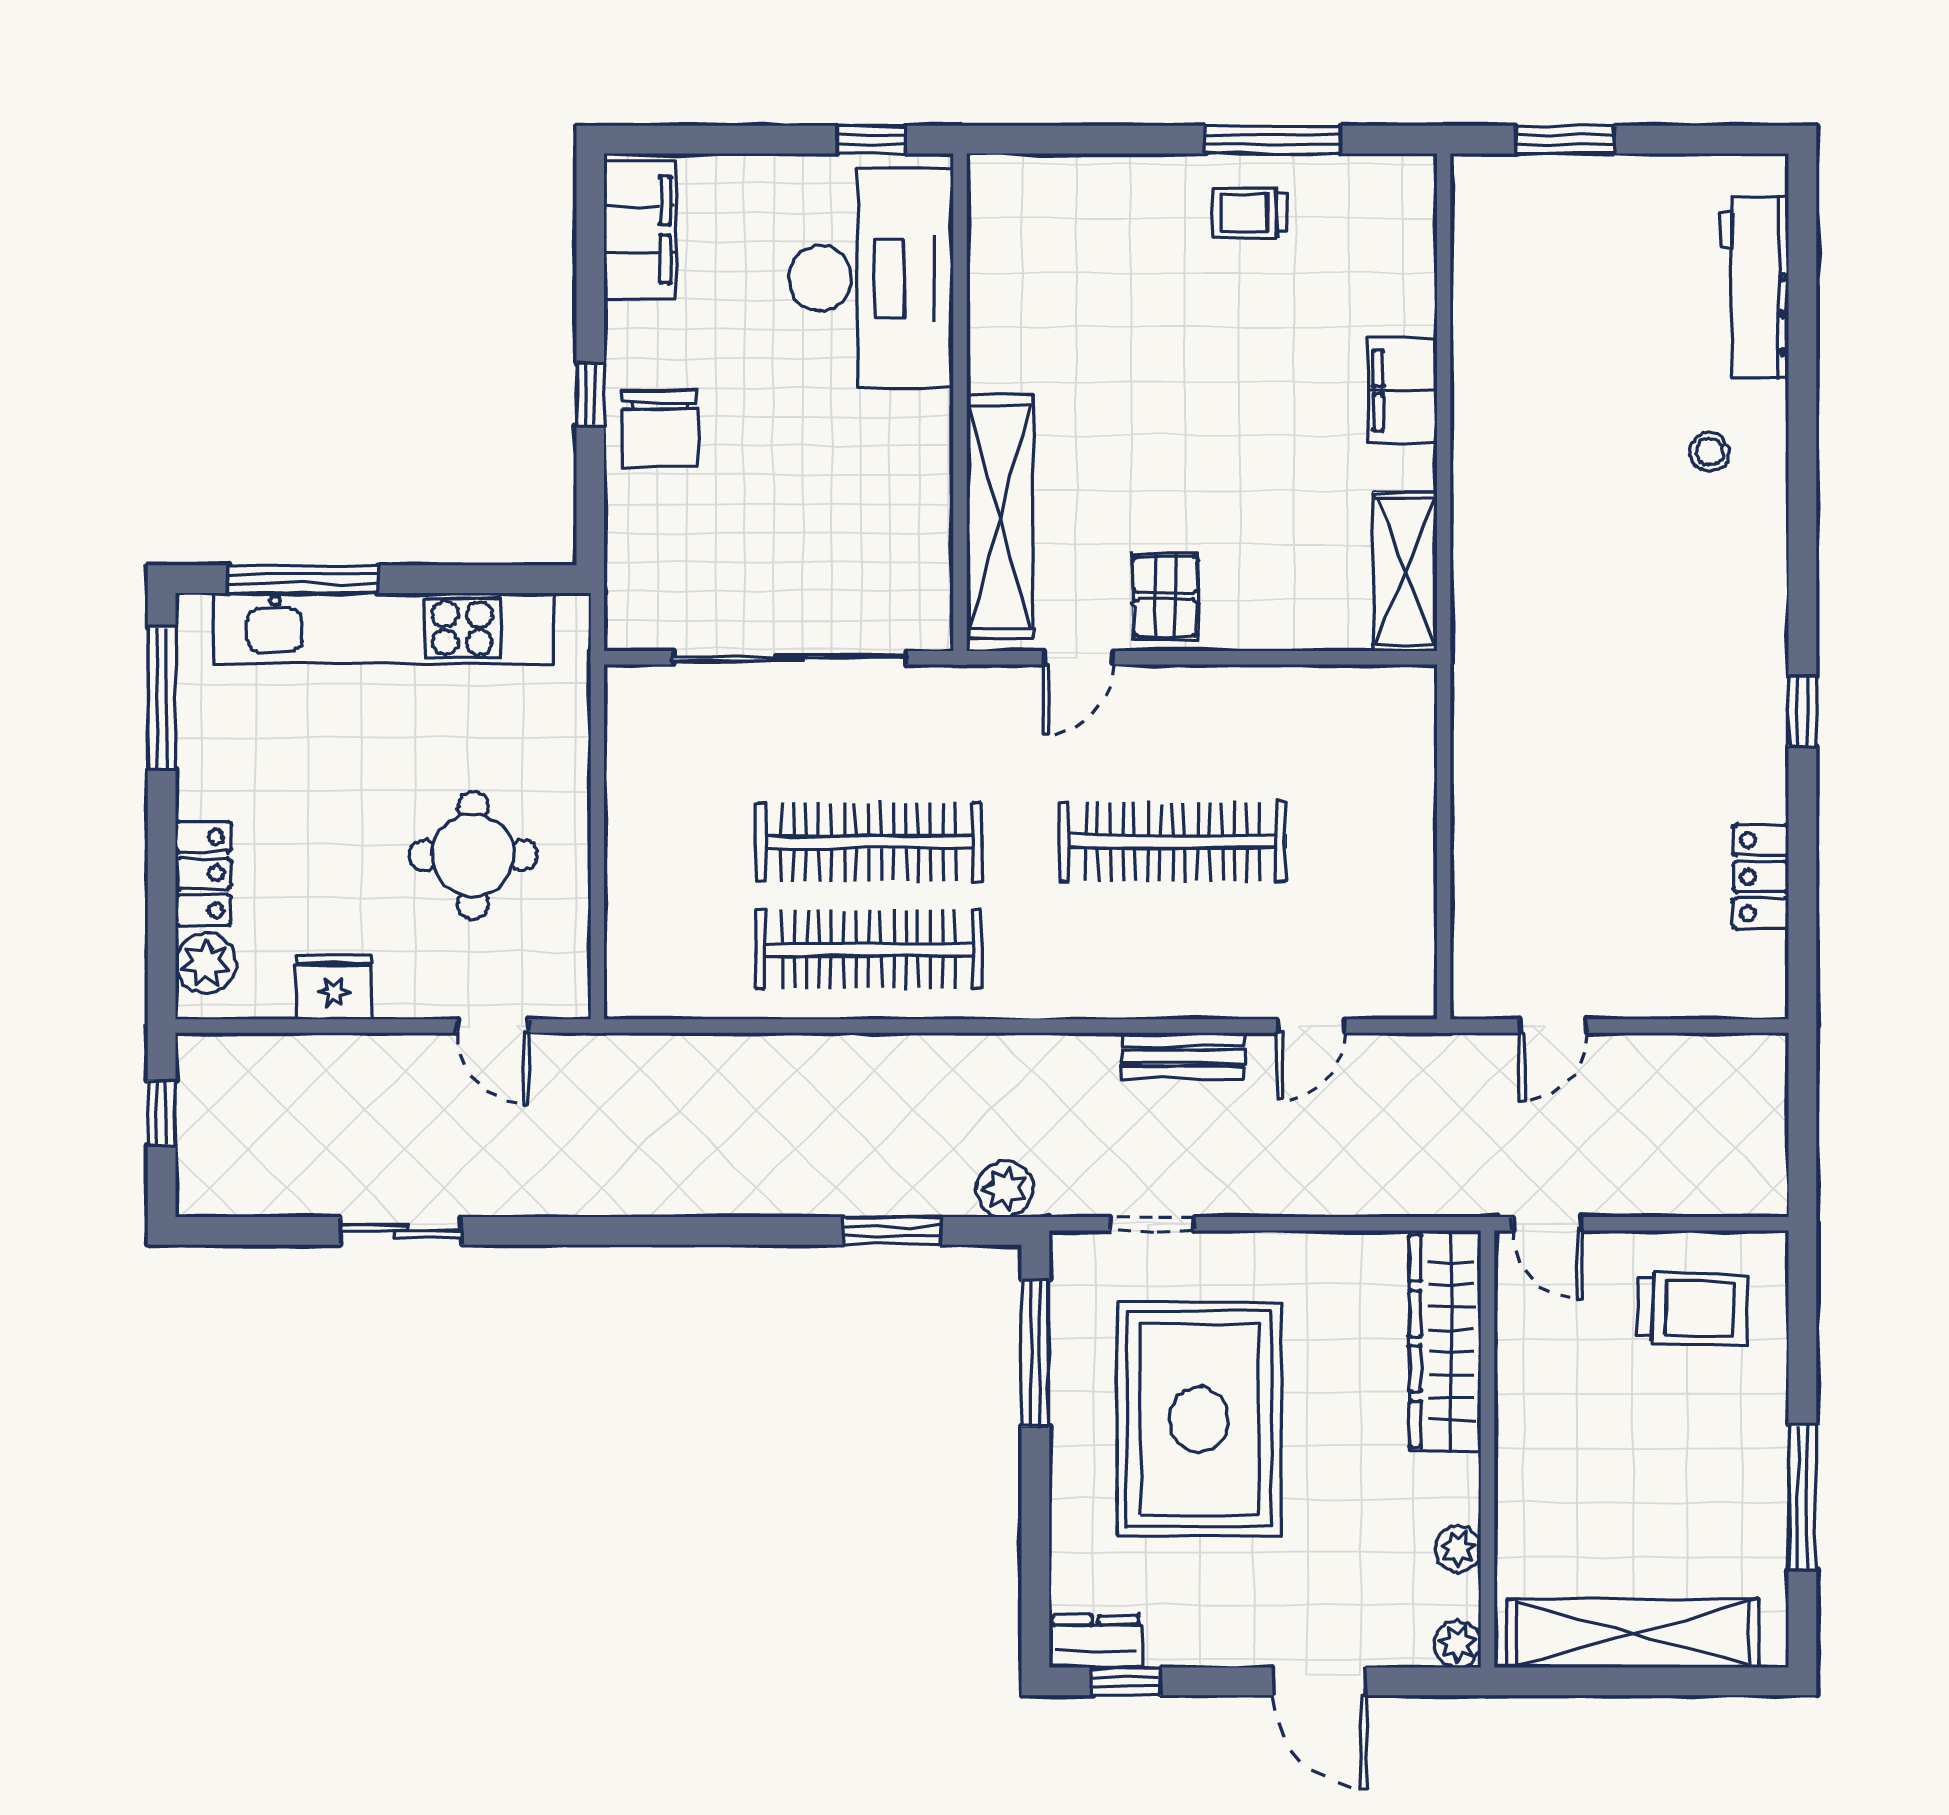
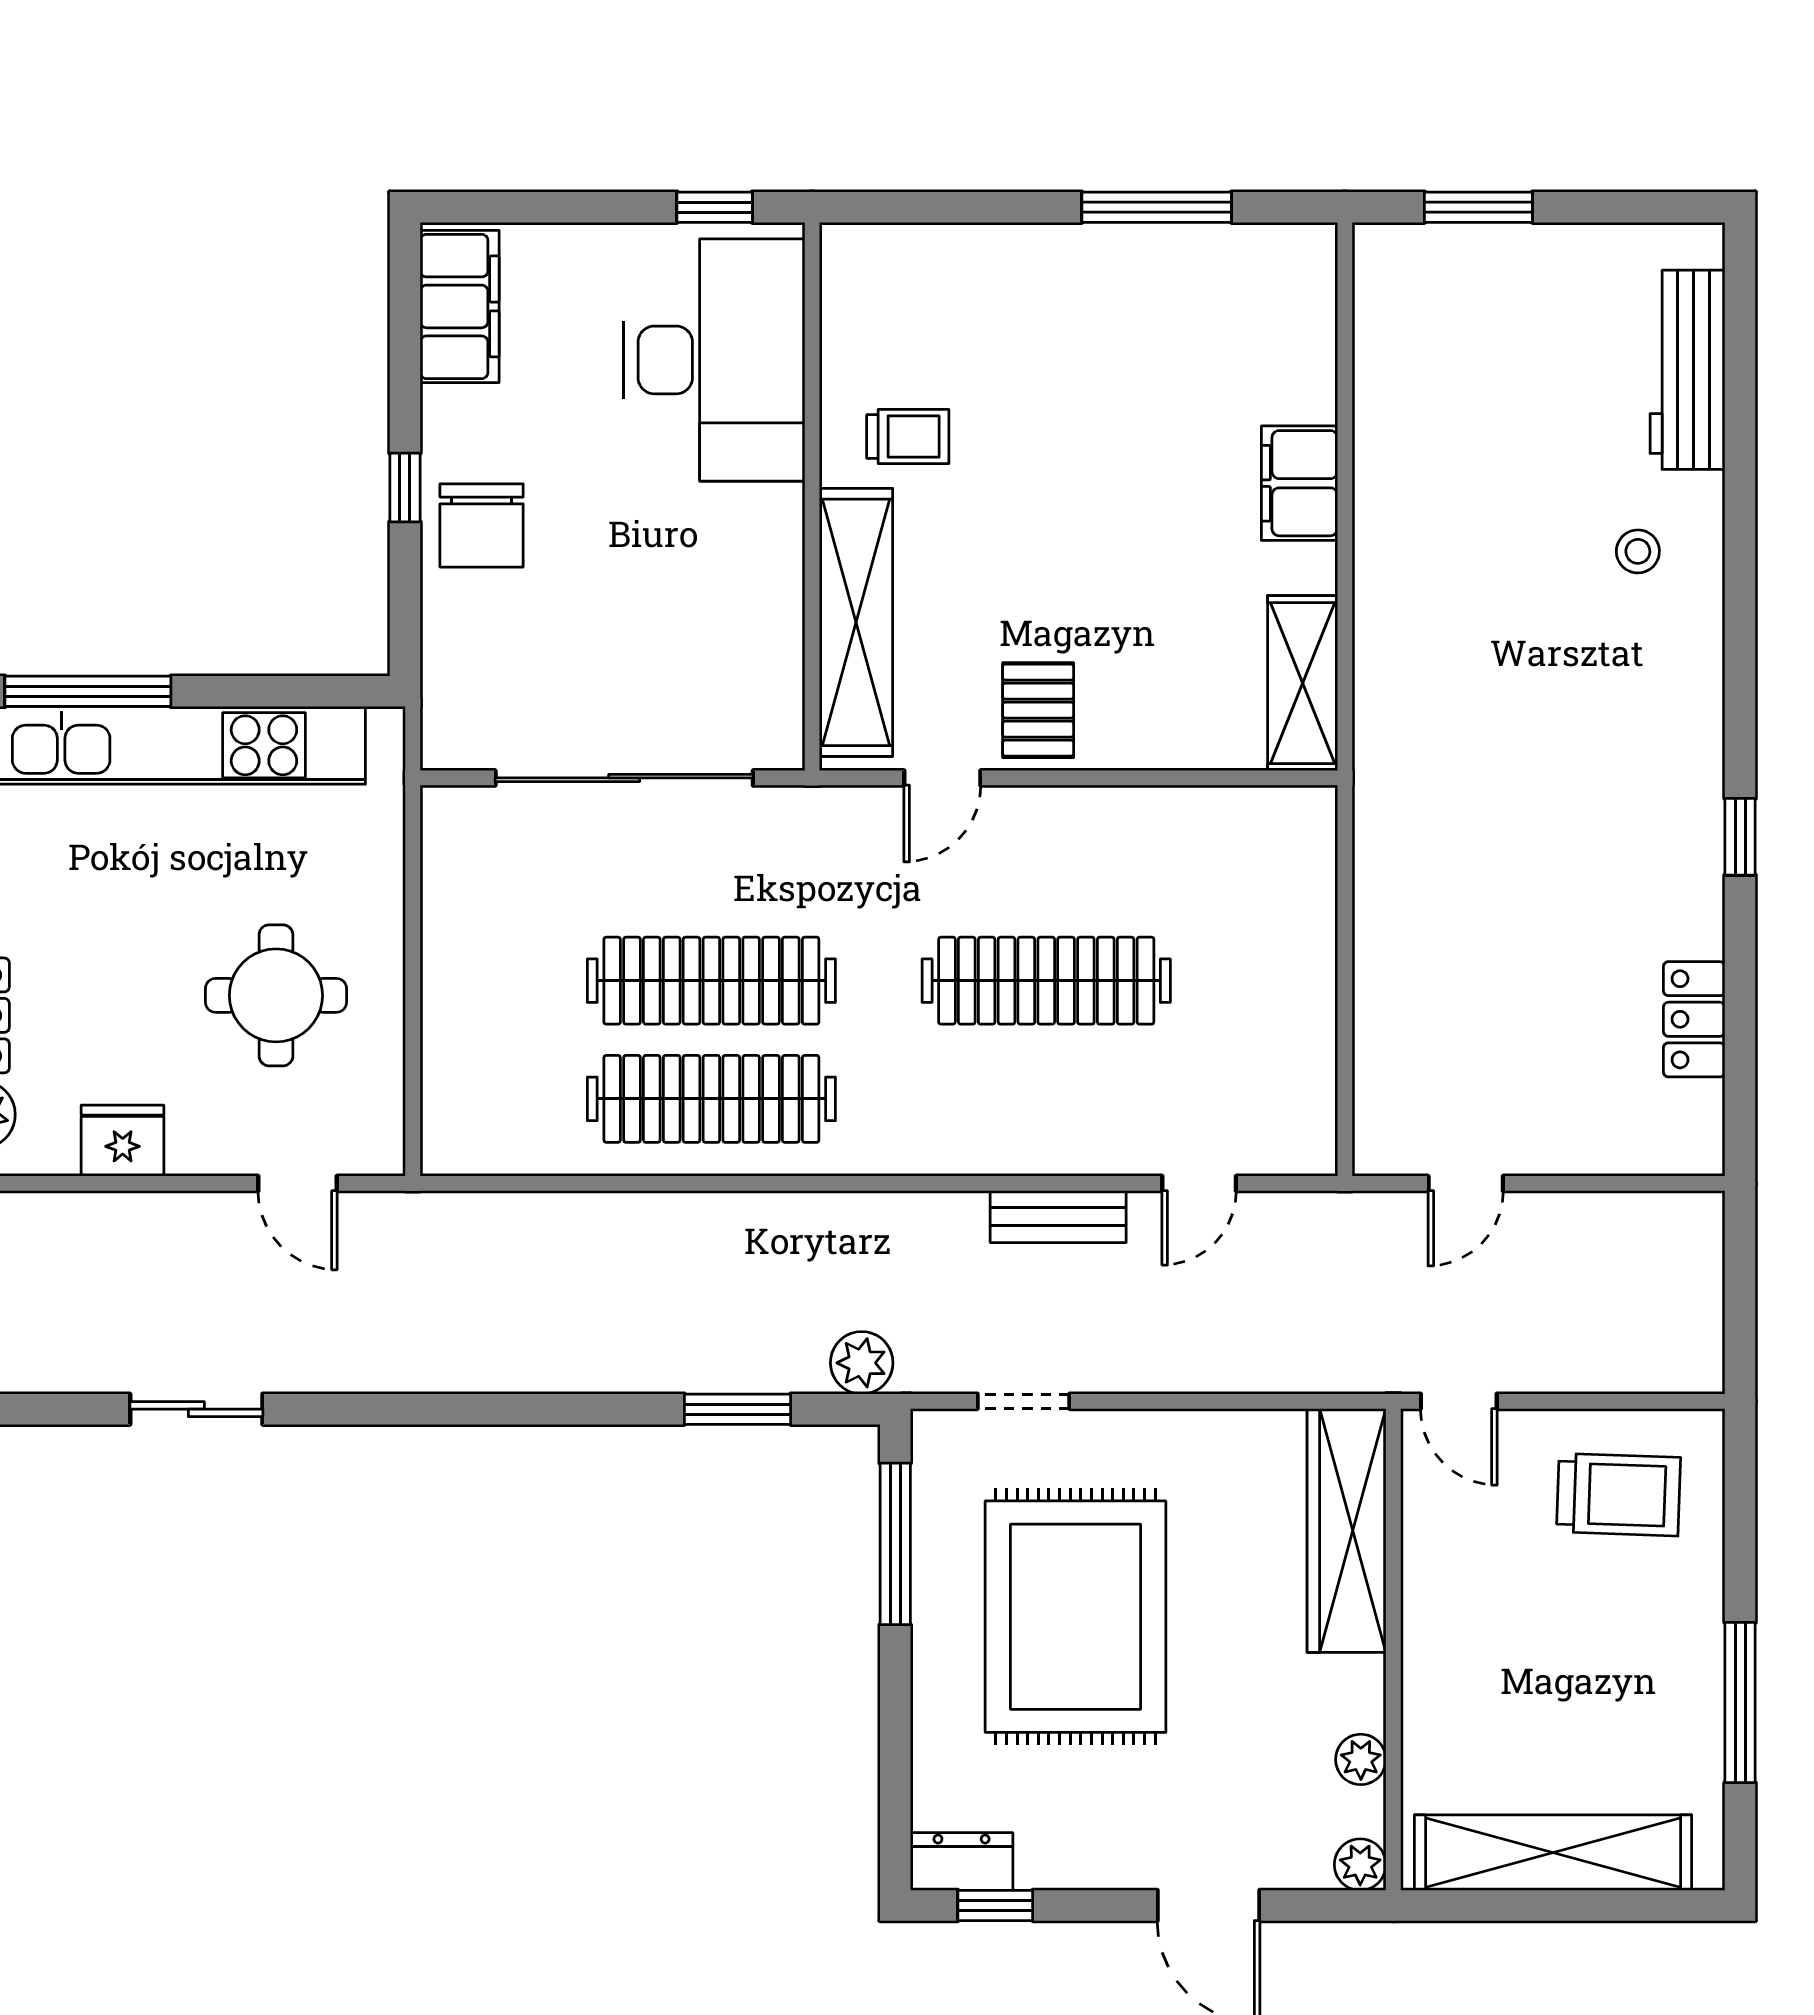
trolley: (1249, 213) -> (908, 437), moved, turned 180

